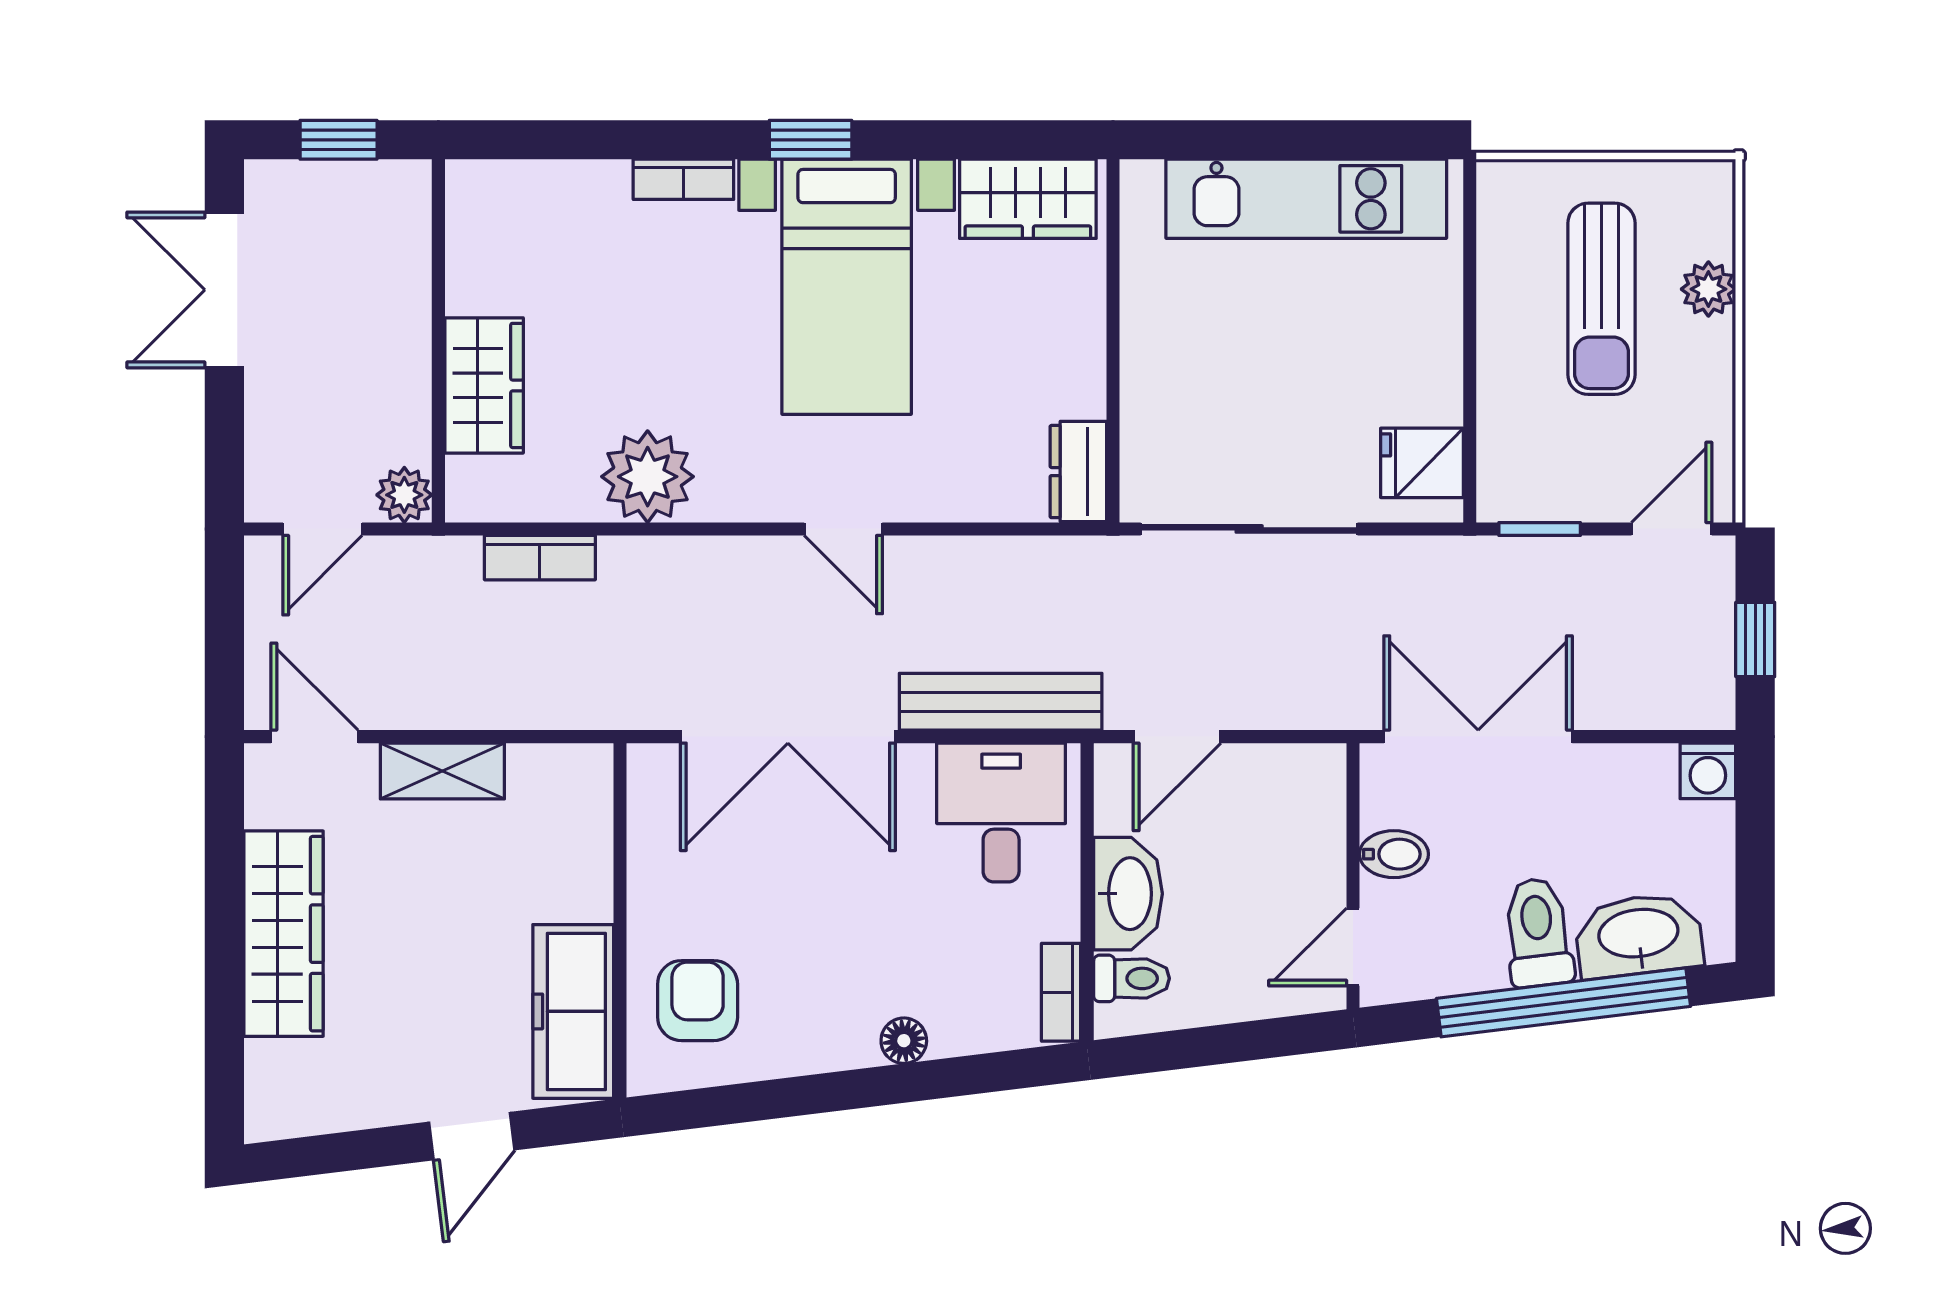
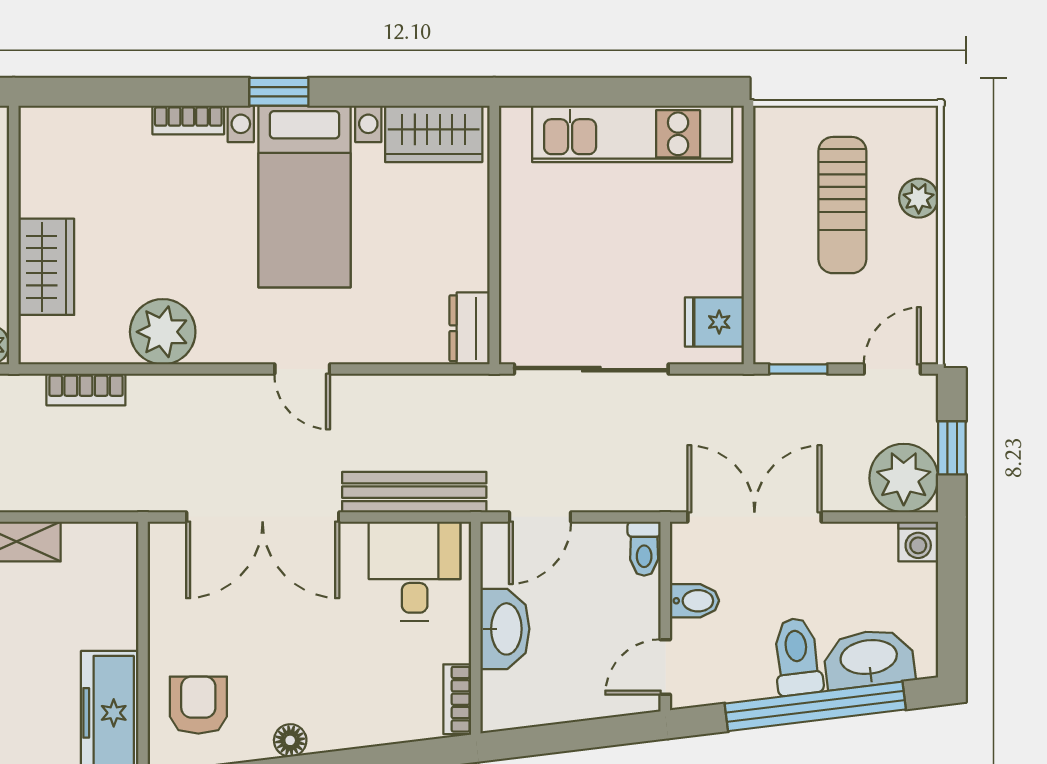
plant: (1688, 682) -> (904, 478), added
toilet: (1132, 978) -> (644, 549), moved, turned 90
floor lamp: (904, 1041) -> (290, 740), moved

